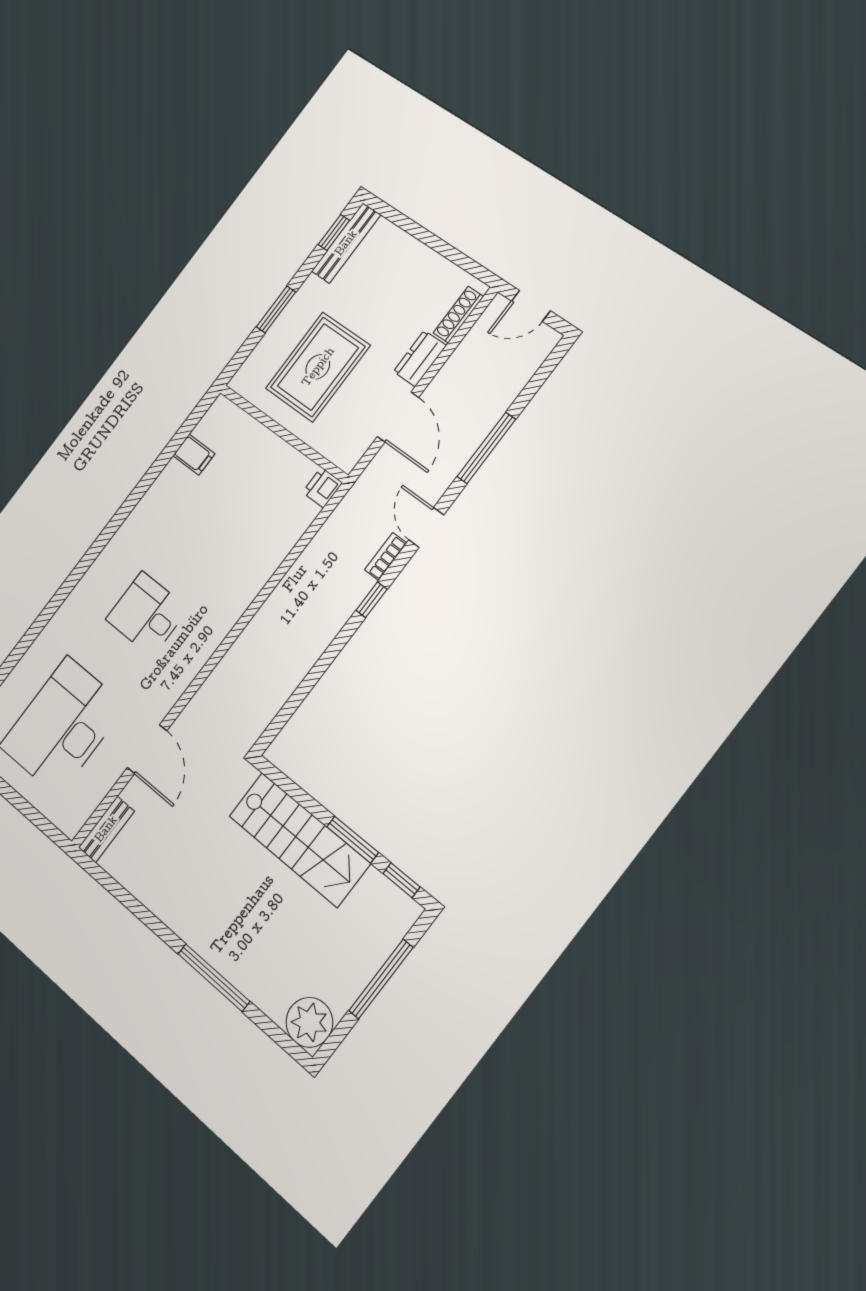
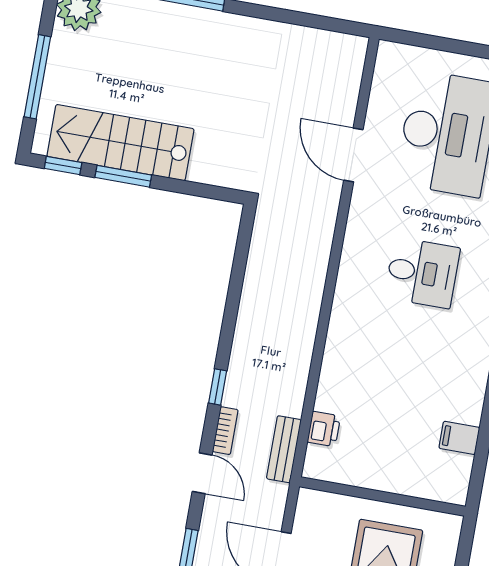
printer: (322, 488) -> (324, 429), moved
bench: (106, 829) -> (284, 449), moved
stairs: (299, 840) -> (120, 143), moved

